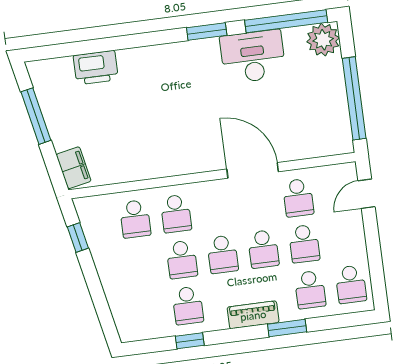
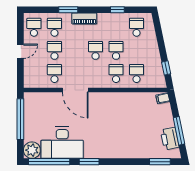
window: (66, 50) -> (160, 162), added
desk: (253, 57) -> (62, 143), width x1.36, depth x1.30
printer: (96, 68) -> (170, 139), moved, turned -102
filing cabinet: (74, 168) -> (163, 98), width x0.50
door: (366, 194) -> (20, 51), moved
school desk: (263, 249) -> (75, 50), removed
school desk: (188, 306) -> (137, 27), moved

